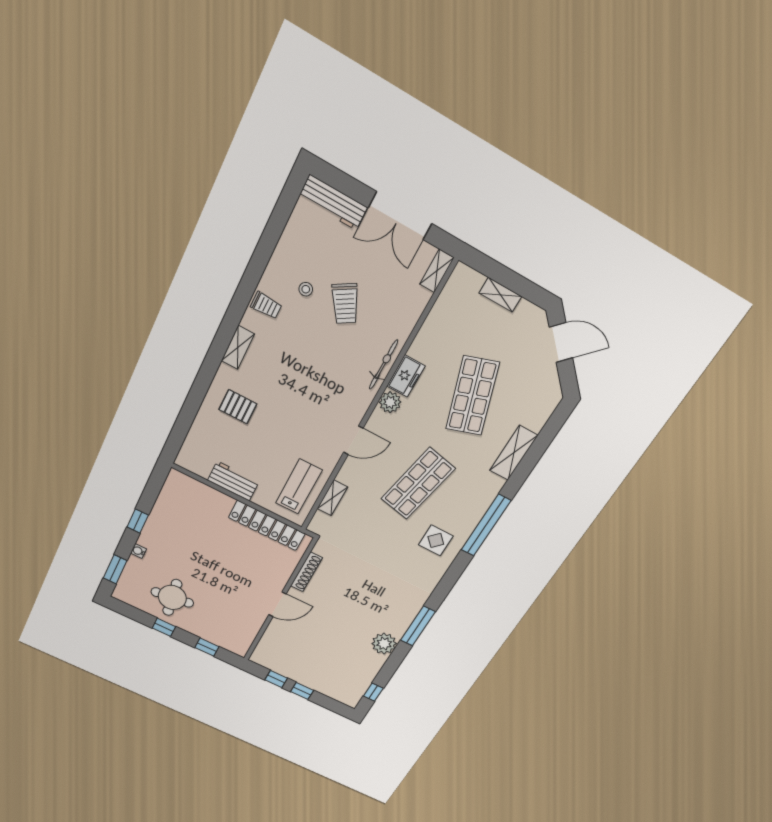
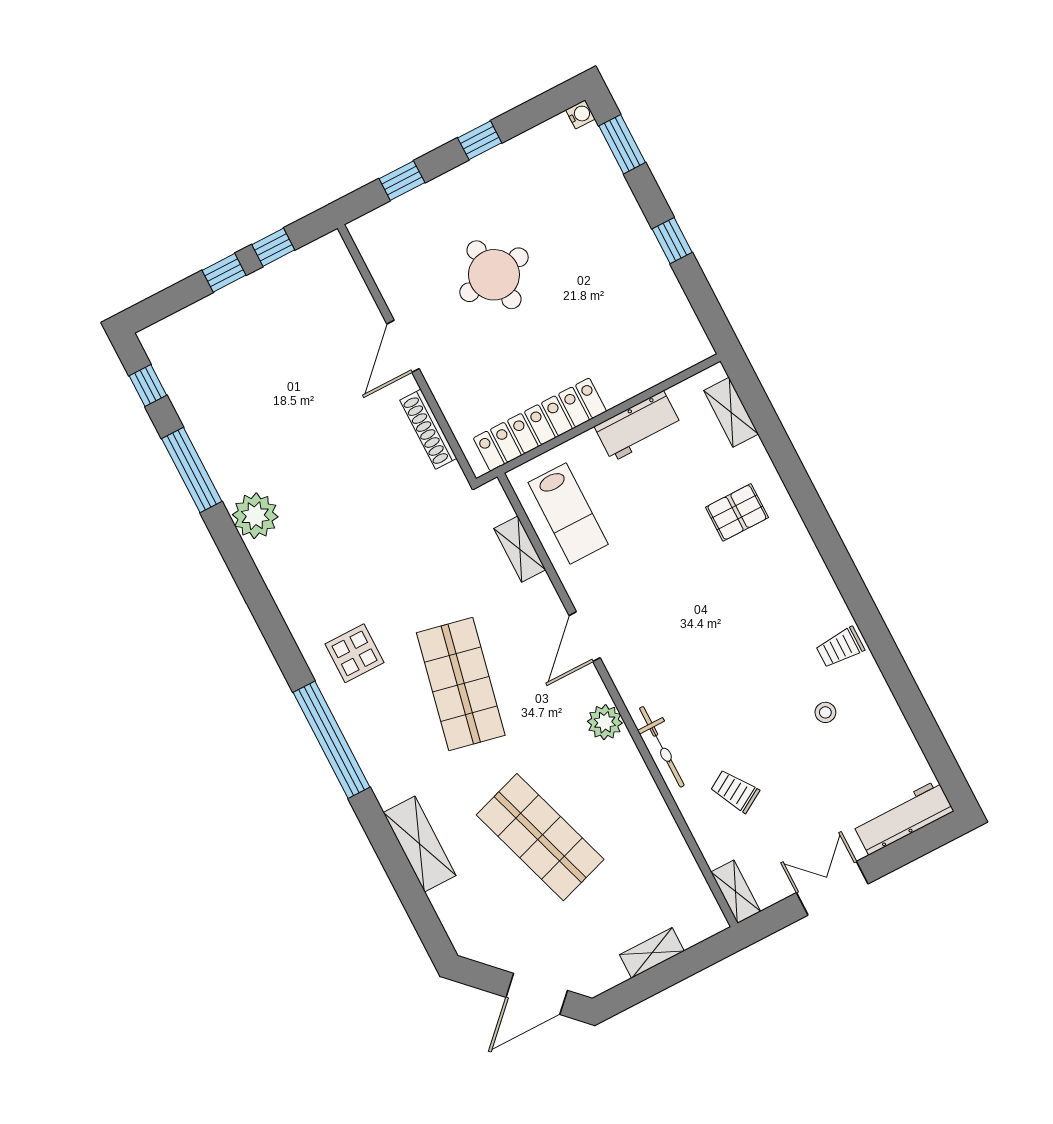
double door: (400, 216) -> (832, 888), width x0.73
trolley: (345, 303) -> (735, 791), moved, width x0.73, depth x0.72
shelving: (238, 347) -> (731, 412), moved
freezer: (406, 376) -> (627, 766), removed
water cooler: (138, 551) -> (580, 114), moved
round table: (172, 597) -> (494, 275), moved
window: (418, 626) -> (192, 470), moved
plant: (384, 644) -> (255, 516), moved

